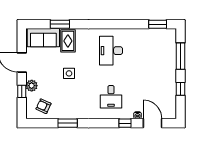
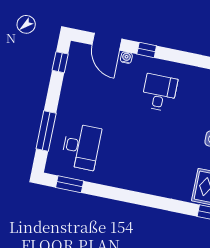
desk: (111, 51) -> (81, 146), moved
window: (181, 89) -> (60, 62), moved

